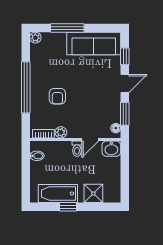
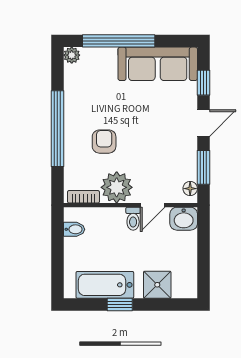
window: (67, 28) -> (119, 41), width x1.46
armchair: (57, 96) -> (104, 142), turned 180
plant: (61, 132) -> (117, 187), width x1.87, depth x1.87

